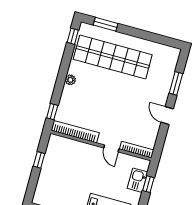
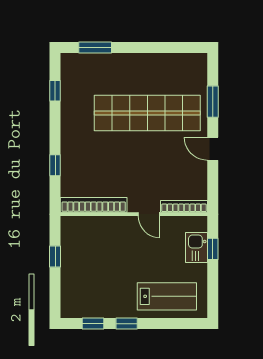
window: (73, 36) -> (55, 91), moved
shop shelf: (113, 57) -> (147, 113), moved
plant: (70, 80) -> (68, 136), removed
window: (52, 112) -> (55, 165), moved

